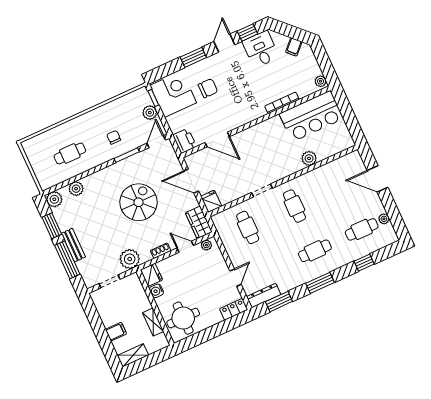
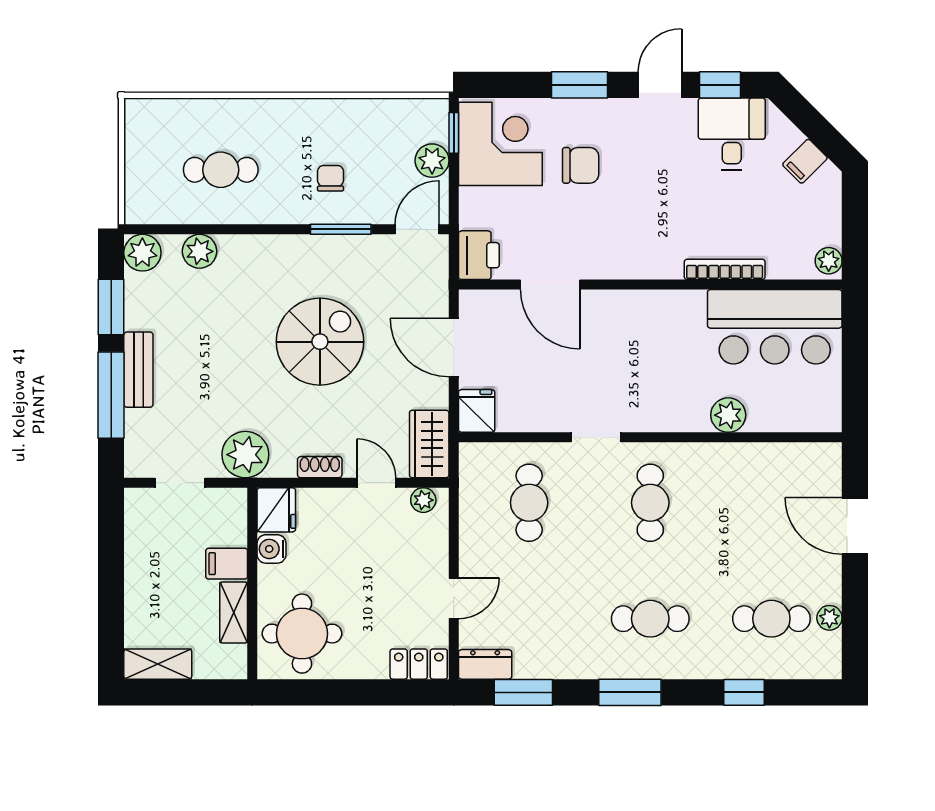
dresser: (264, 296) -> (485, 664), width x0.70
filing cabinet: (116, 332) -> (227, 564), moved, turned 180

